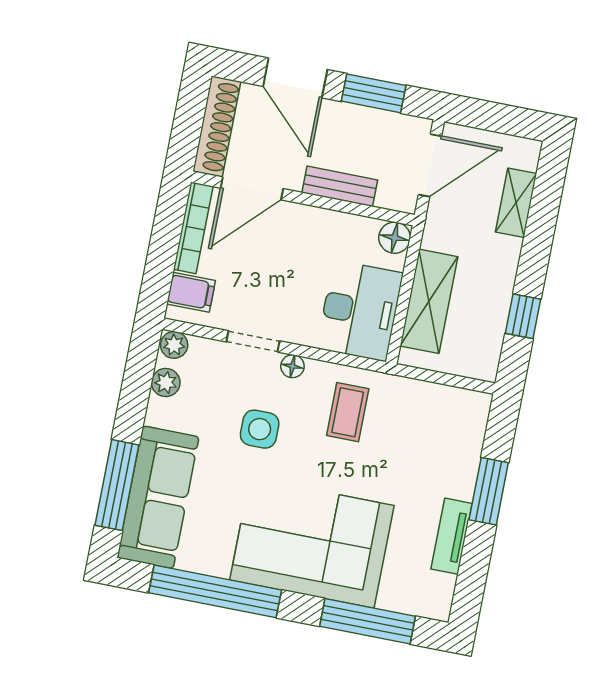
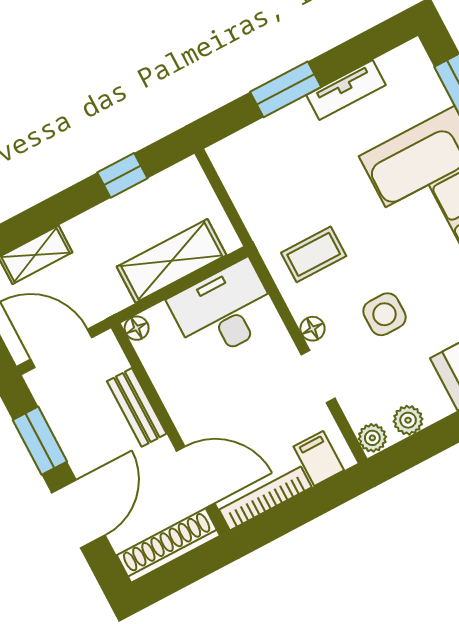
floor lamp: (395, 238) -> (137, 328), width x0.73, depth x0.73

